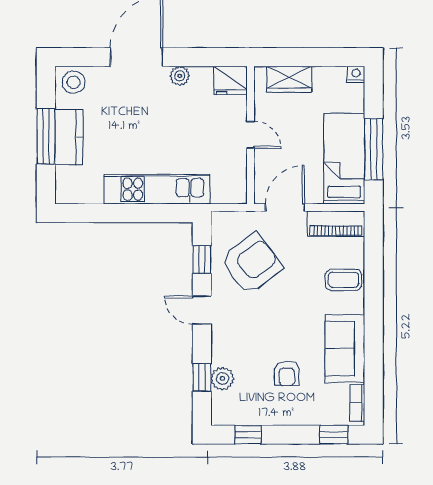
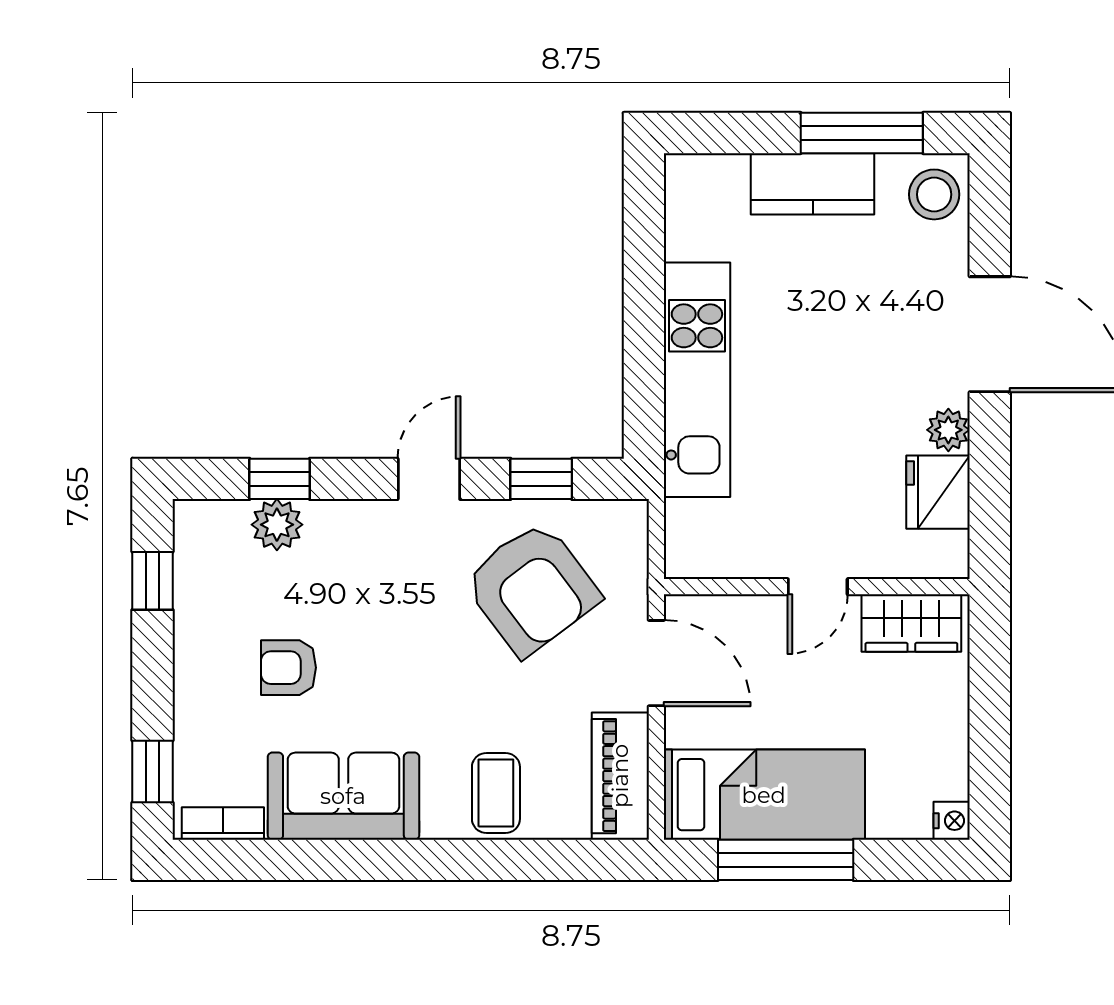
wardrobe: (289, 79) -> (911, 623), moved, turned -90
fridge: (230, 80) -> (938, 492), moved
window: (46, 136) -> (862, 133), moved

